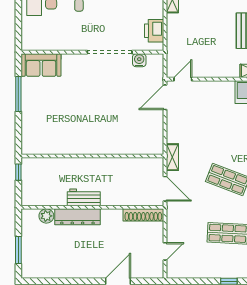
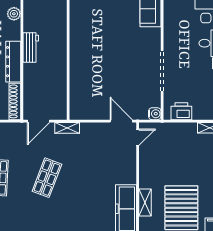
water cooler: (139, 60) -> (155, 114), moved
door: (183, 79) -> (138, 137), hinge flipped
dresser: (77, 217) -> (13, 62), moved

